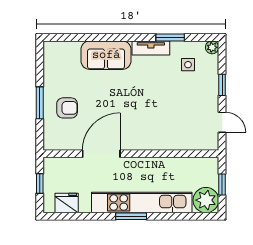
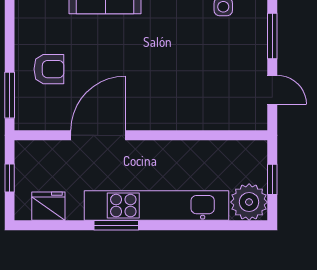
window: (222, 85) -> (272, 36), width x1.50
window: (40, 103) -> (10, 95), moved
window: (131, 216) -> (116, 225), moved

